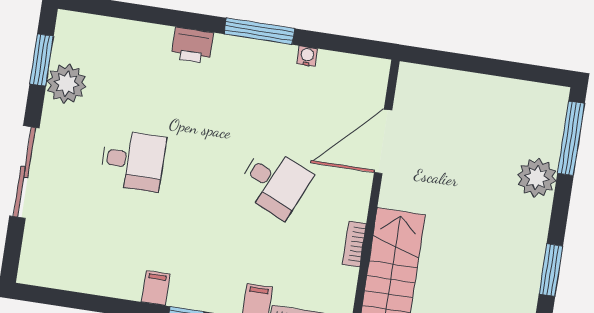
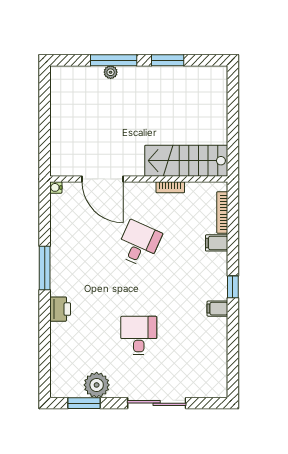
water cooler: (307, 56) -> (56, 187), moved
window: (571, 138) -> (114, 60), moved
plant: (537, 178) -> (111, 72), width x0.53, depth x0.53

